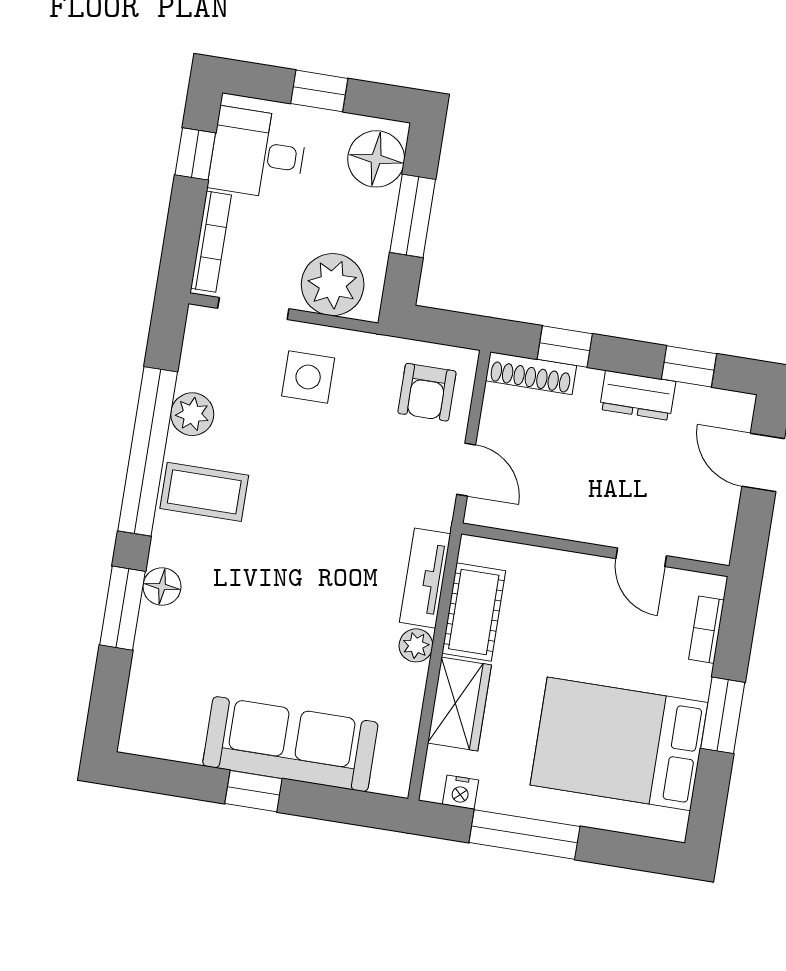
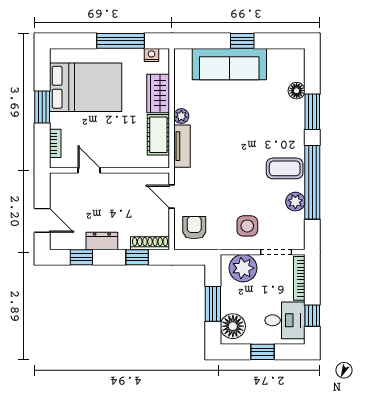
floor lamp: (162, 587) -> (297, 91), moved

